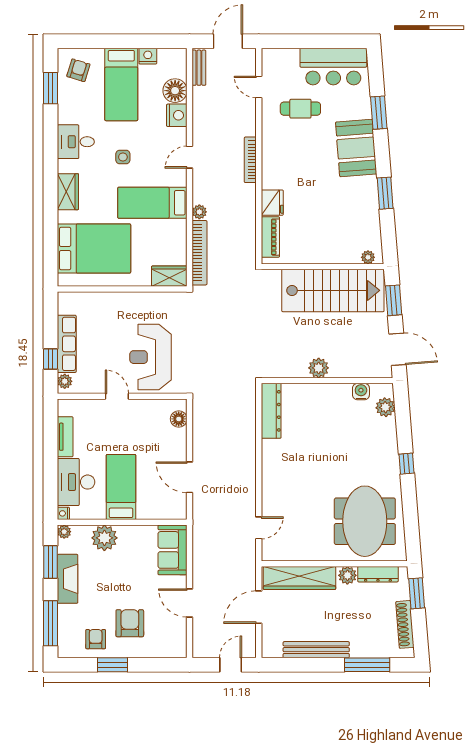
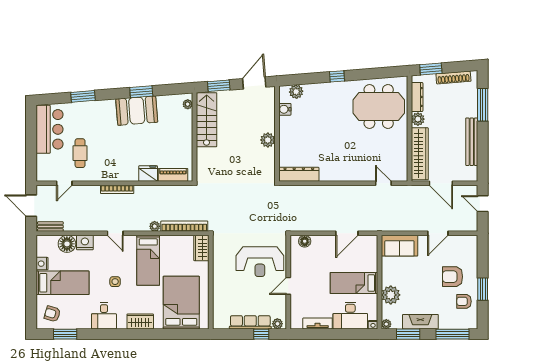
booth: (356, 148) -> (137, 111), moved
stairs: (333, 290) -> (207, 120), width x0.73, depth x0.66

